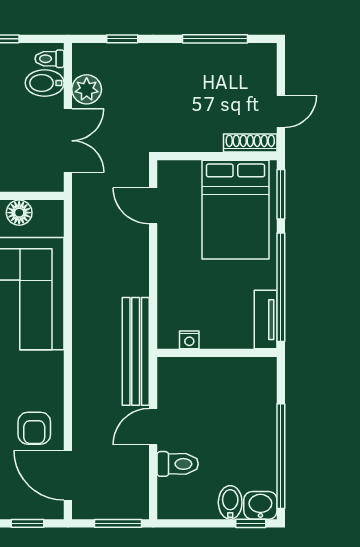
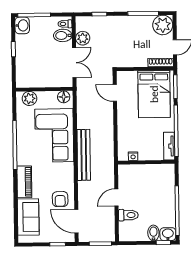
plant: (256, 64) -> (163, 25), added
floor lamp: (19, 213) -> (64, 97), moved
bench: (136, 351) -> (84, 155), moved

